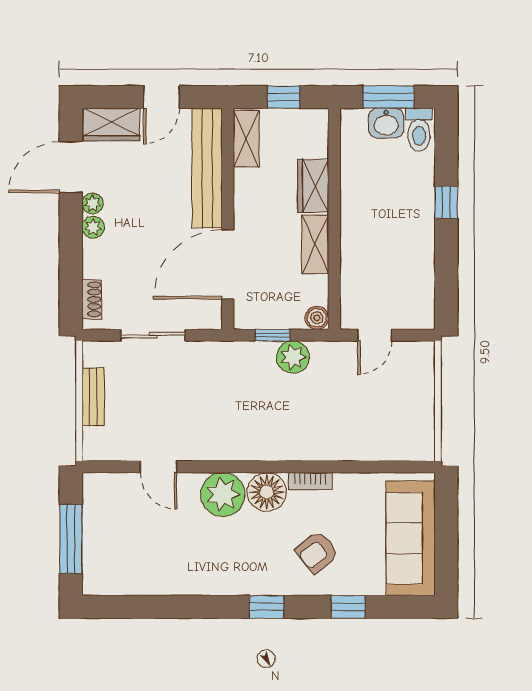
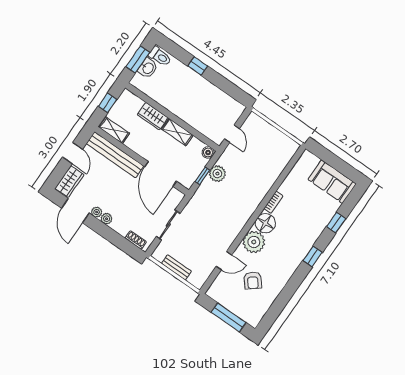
sofa: (411, 538) -> (332, 182), width x0.73
armchair: (317, 552) -> (253, 280), moved

